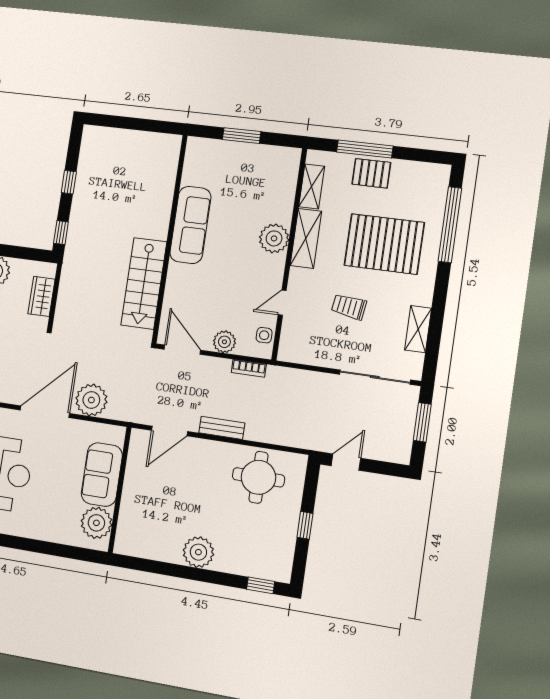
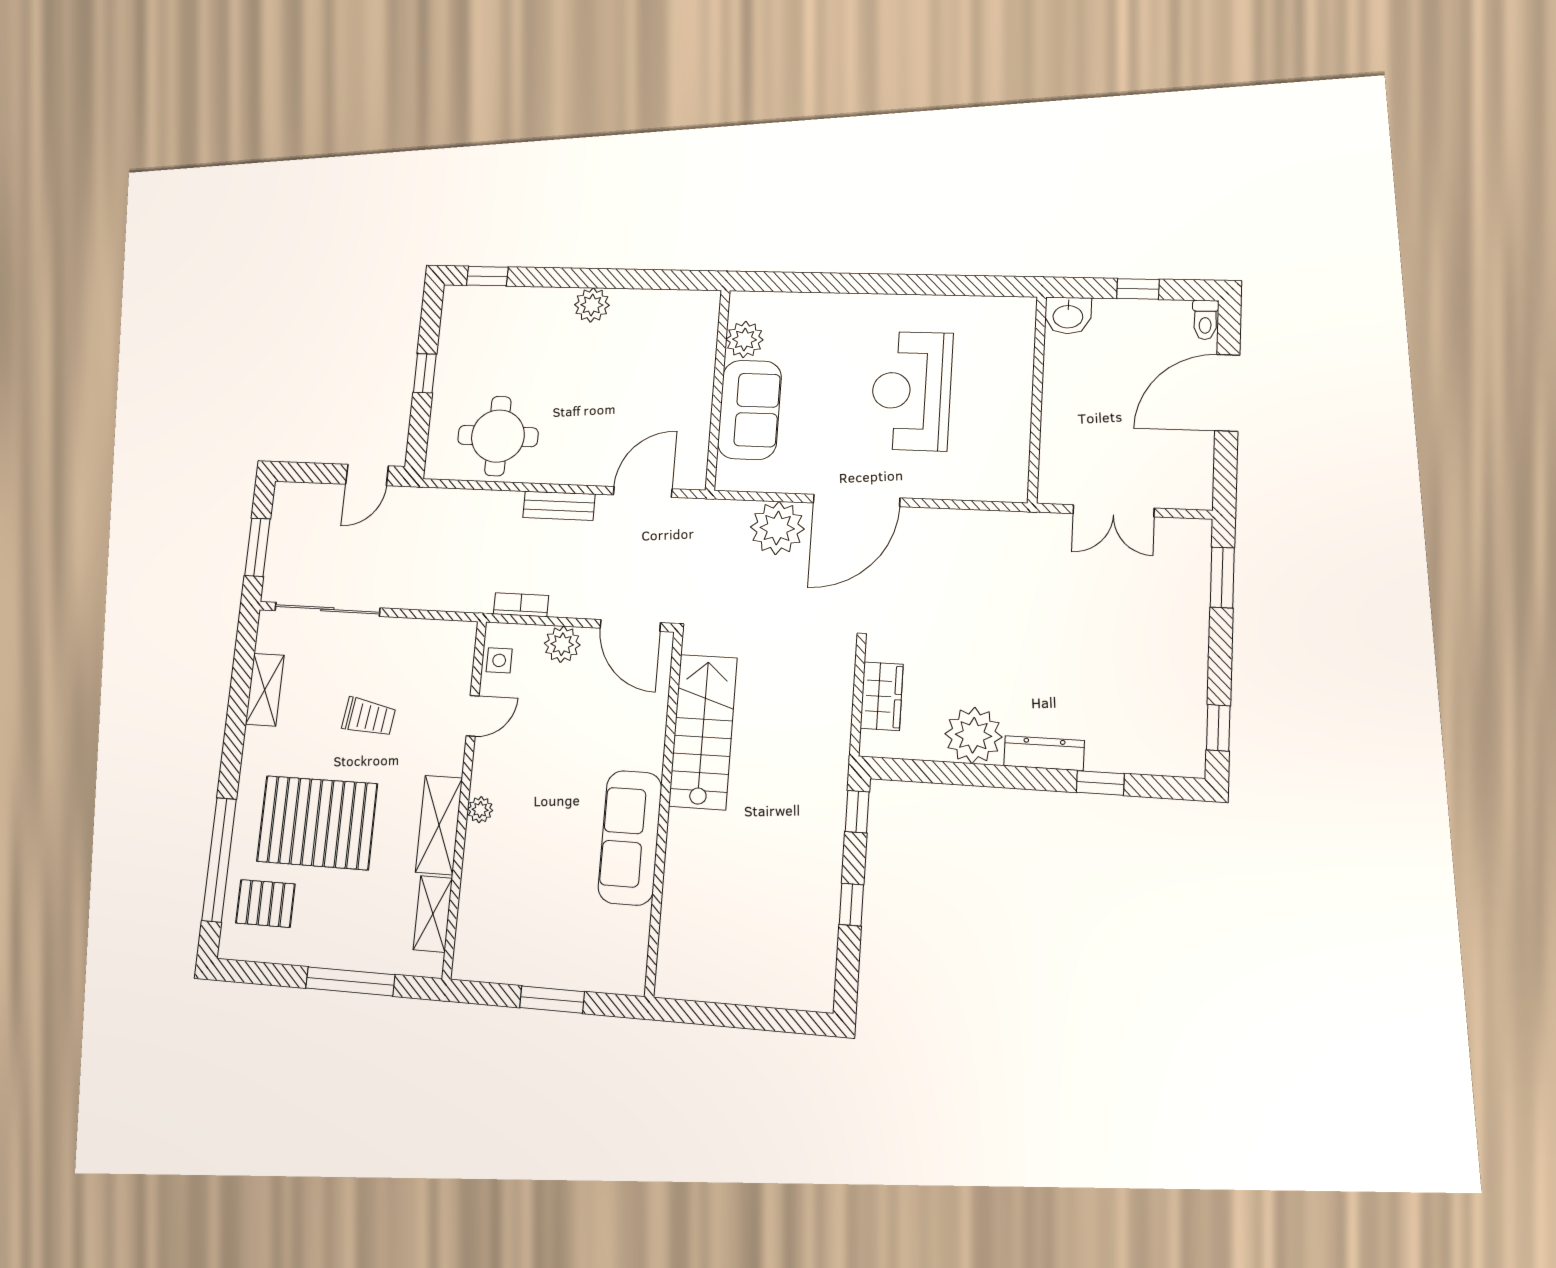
pallet: (371, 173) -> (265, 904), moved
plant: (274, 238) -> (480, 810), width x0.53, depth x0.53
plant: (96, 523) -> (745, 339), width x0.73, depth x0.73
plant: (198, 552) -> (592, 305), width x0.73, depth x0.73

